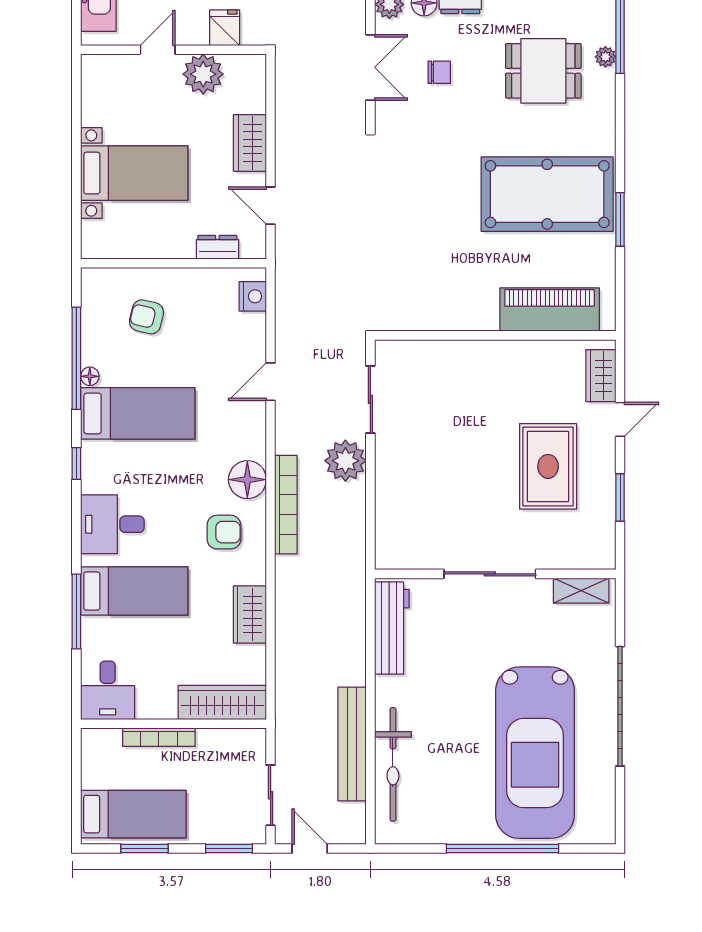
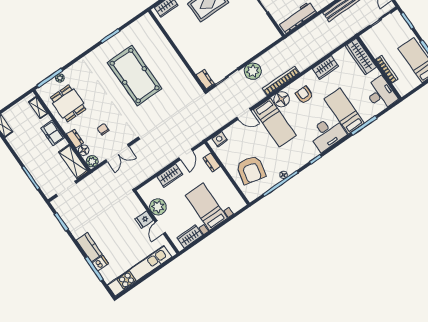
fridge: (225, 28) -> (144, 220), moved
door: (158, 50) -> (160, 227), hinge flipped
double door: (370, 67) -> (117, 153), swing flipped
dining table: (543, 71) -> (68, 103), moved
wardrobe: (97, 97) -> (190, 237), added
pool table: (547, 194) -> (135, 76), moved
piano: (550, 310) -> (156, 38), removed
armchair: (146, 317) -> (251, 170), width x1.88, depth x1.88
dresser: (396, 352) -> (205, 79), added
bed: (138, 413) -> (275, 123), moved, turned 180
desk: (112, 524) -> (327, 134), width x1.37
desk: (108, 690) -> (381, 94), width x1.37

